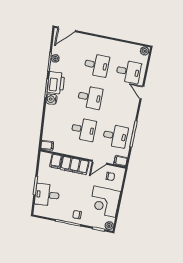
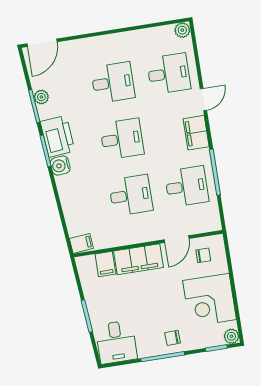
door: (142, 93) -> (203, 99), swing flipped
filing cabinet: (121, 161) -> (196, 133), moved, width x2.00
desk: (47, 195) -> (116, 342), moved, turned -85

